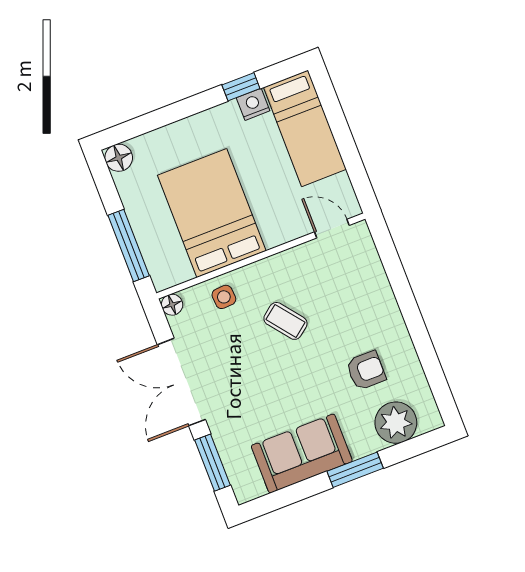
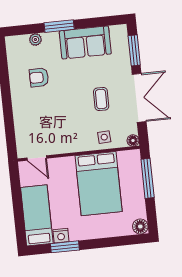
window: (241, 87) -> (65, 247), width x1.50
coffee table: (285, 321) -> (101, 99), moved, turned 38
plant: (396, 423) -> (35, 39), width x0.53, depth x0.53

